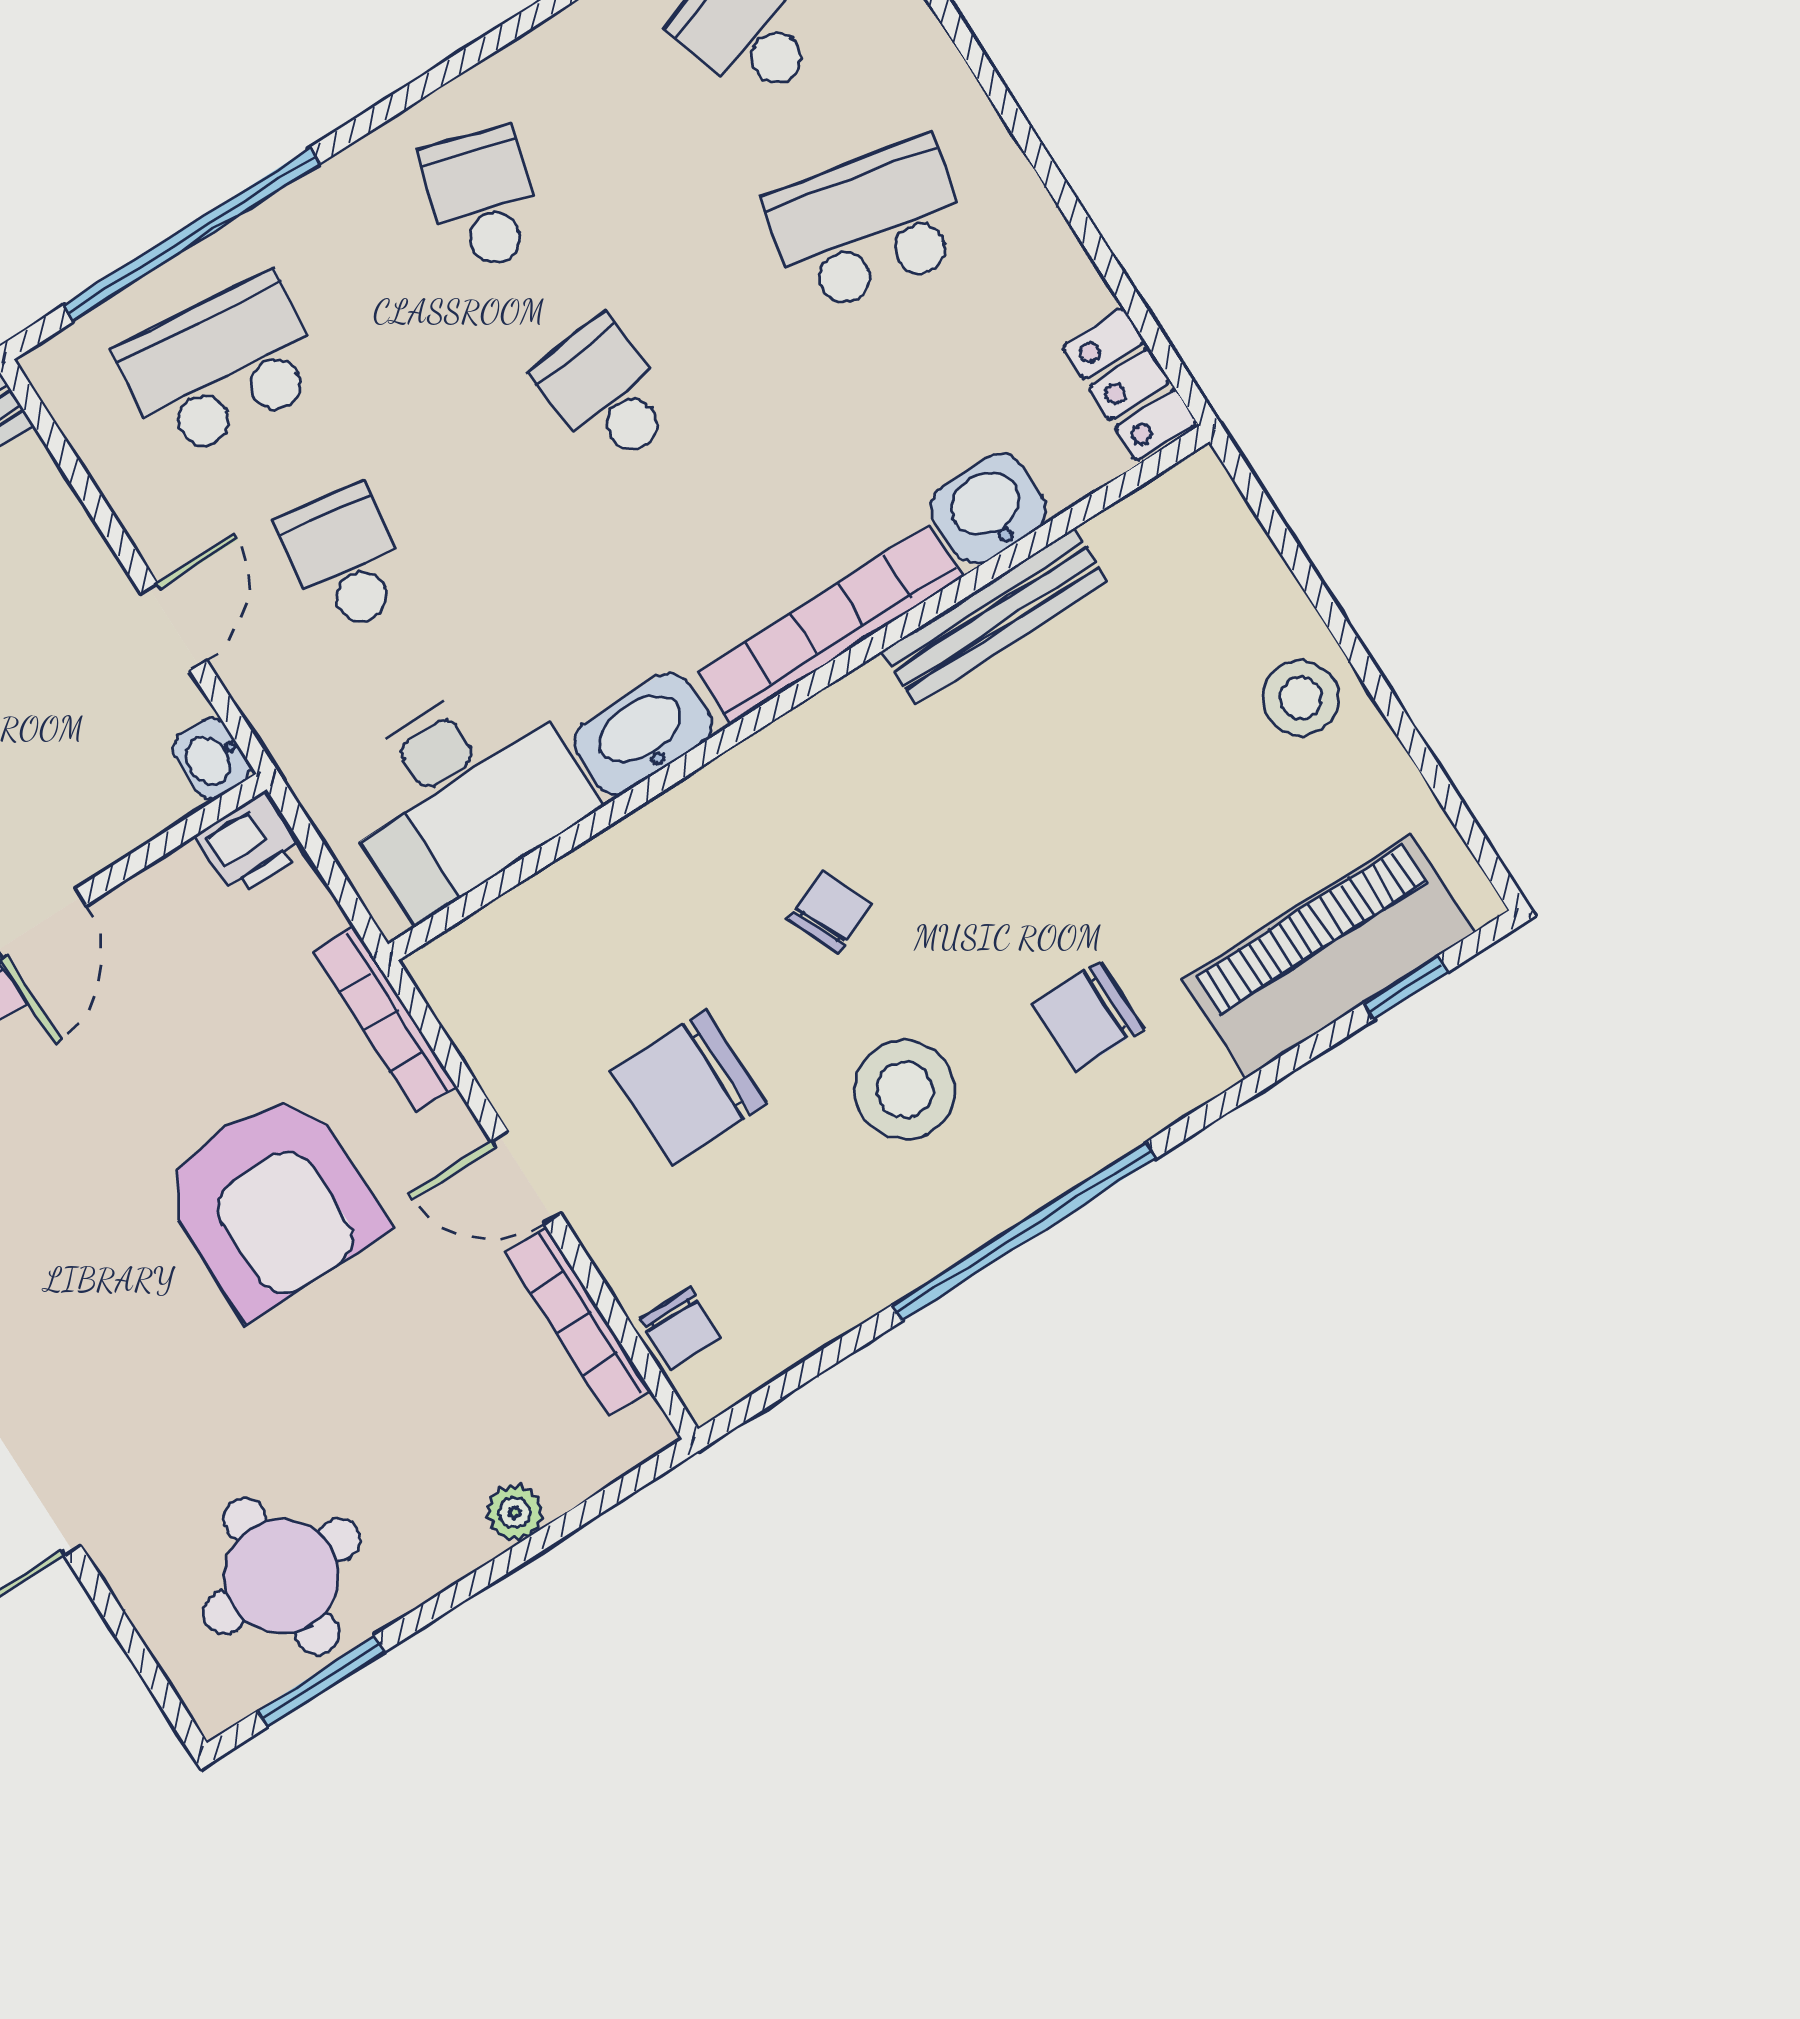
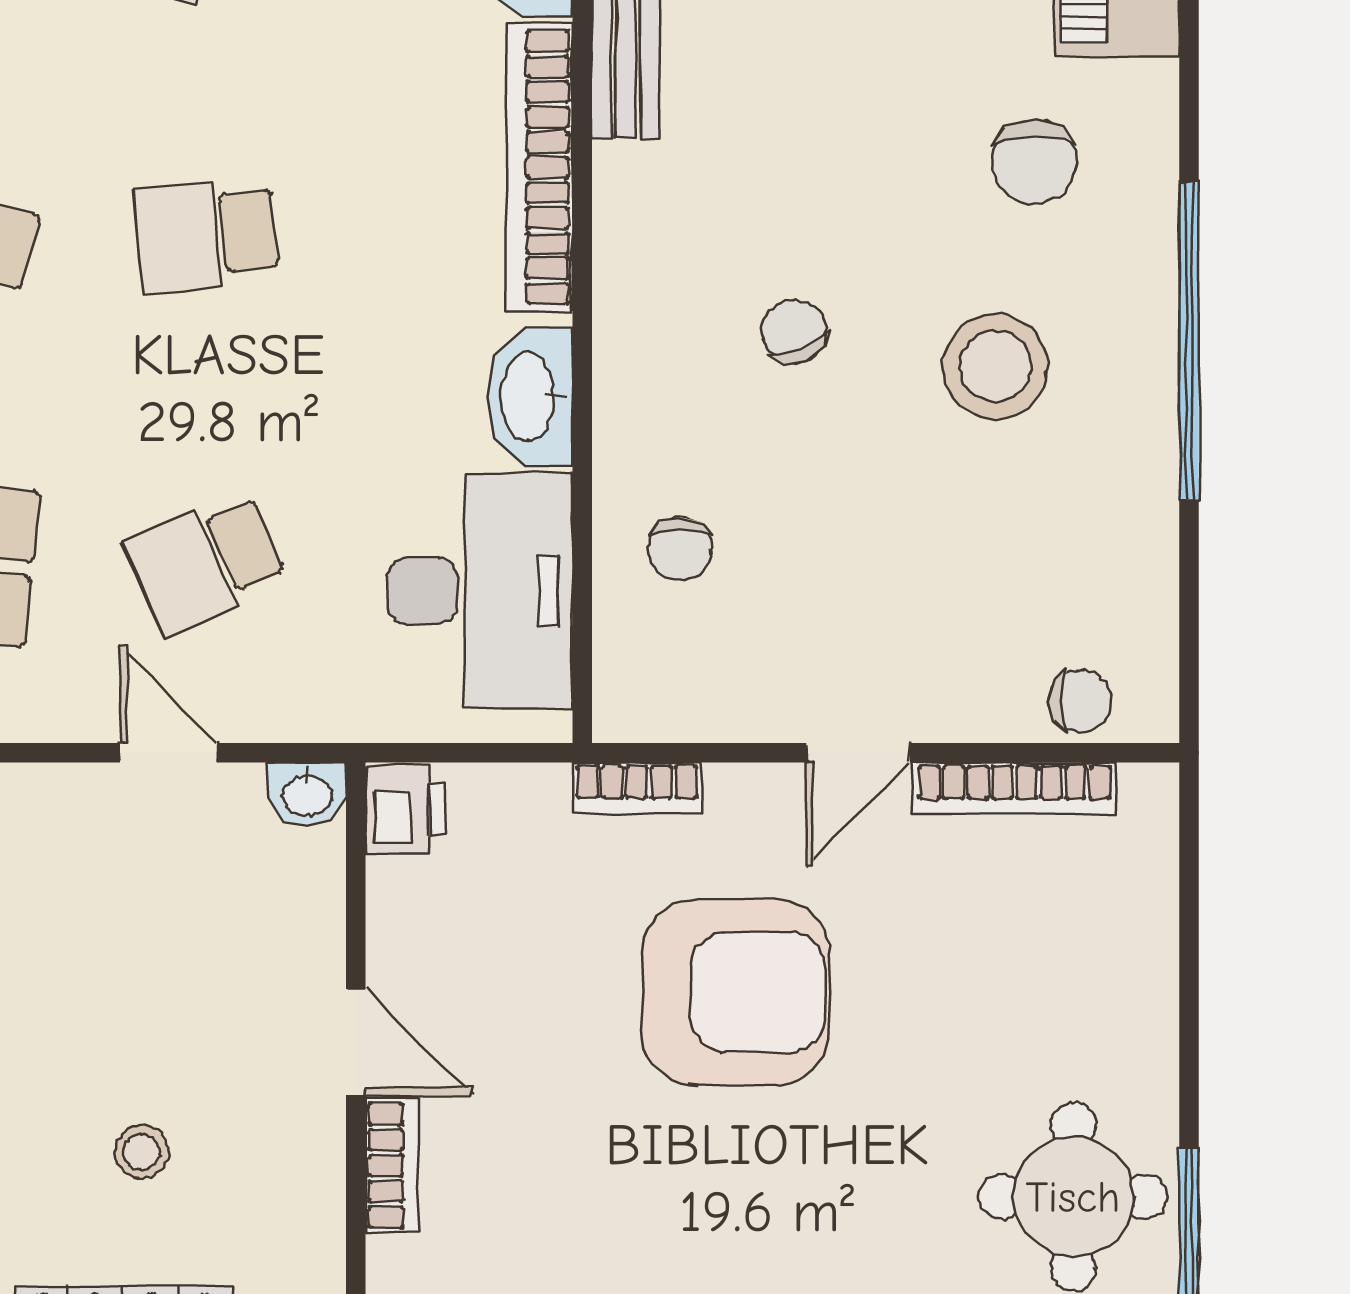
school desk: (345, 560) -> (206, 563), turned -33
bookcase: (385, 1019) -> (637, 788), width x0.64
chair: (689, 1088) -> (680, 549), moved, width x0.54, depth x0.54
plant: (515, 1512) -> (1149, 953), removed

